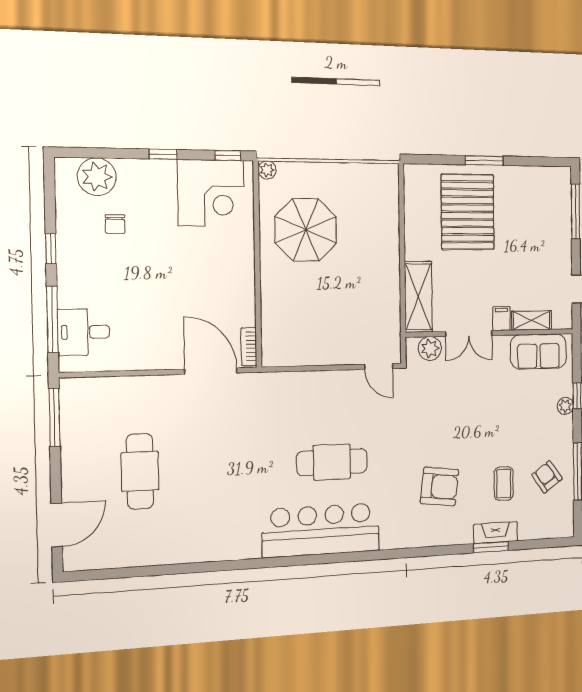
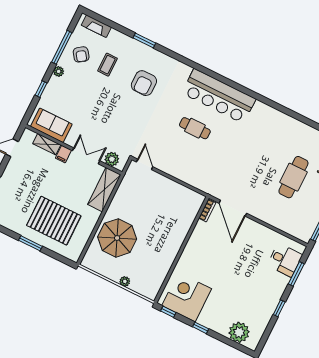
plant: (267, 170) -> (125, 281), moved
pallet: (468, 212) -> (54, 221), turned 90
chair: (115, 224) -> (242, 305), removed
parasol: (306, 230) -> (117, 238), moved
window: (52, 319) -> (296, 274), width x0.69
plant: (565, 406) -> (59, 71), moved
cafe table: (332, 462) -> (195, 128), width x0.73, depth x0.74
armchair: (440, 486) -> (144, 83), turned -97
fireplace: (496, 533) -> (96, 26), moved
window: (491, 547) -> (144, 40), moved

